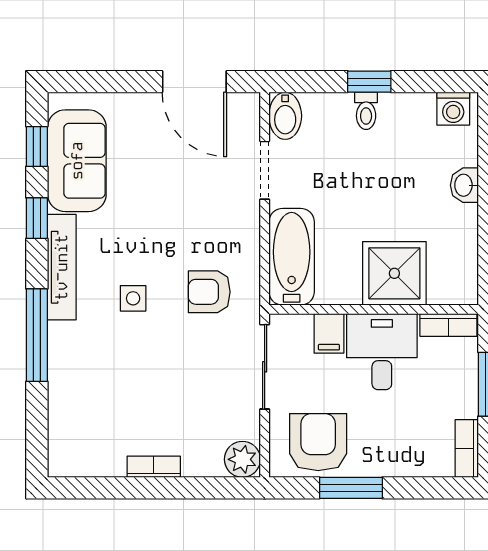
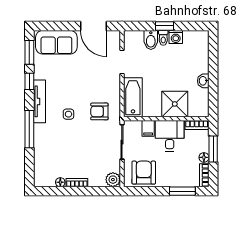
washing machine: (453, 109) -> (176, 37), moved
bidet: (285, 116) -> (151, 40), moved
window: (37, 147) -> (29, 52), width x1.50
sofa: (77, 161) -> (56, 42), moved, turned 90
washbasin: (464, 185) -> (203, 81), moved
floor lamp: (466, 405) -> (204, 157), added
floor lamp: (113, 466) -> (60, 182), added
window: (351, 488) -> (182, 191), moved

